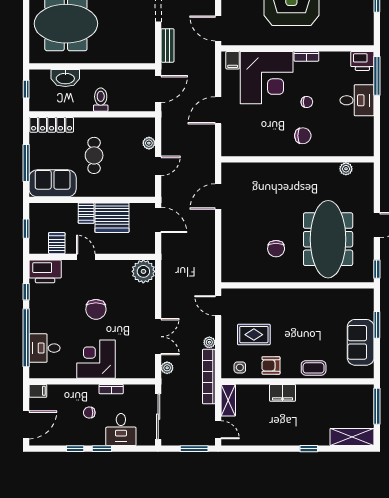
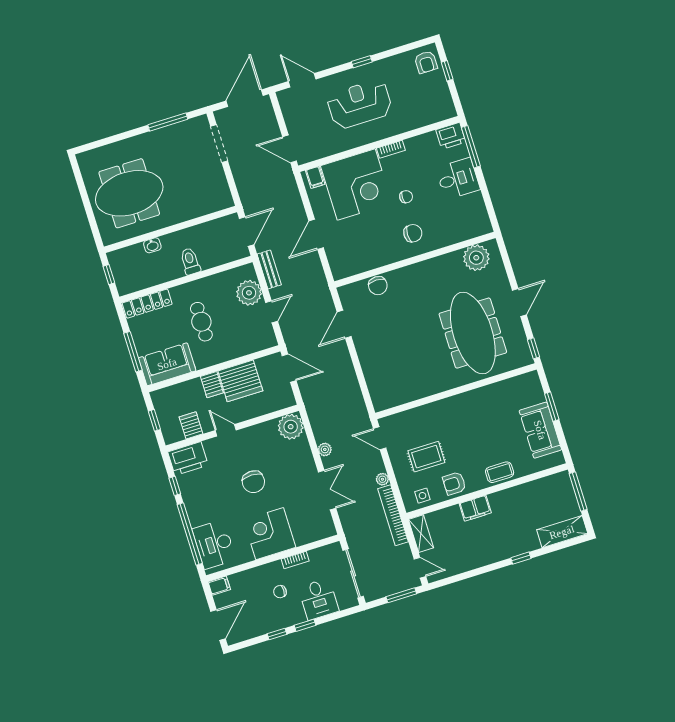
bench: (167, 45) -> (269, 269), moved
washbasin: (65, 78) -> (152, 245), width x0.52, depth x0.69
plant: (149, 143) -> (249, 293), width x1.87, depth x1.87
plant: (346, 169) -> (476, 258), width x1.88, depth x1.88
chair: (276, 249) -> (378, 286), moved
desk: (45, 348) -> (214, 544), width x1.37
plant: (167, 368) -> (325, 449), moved

